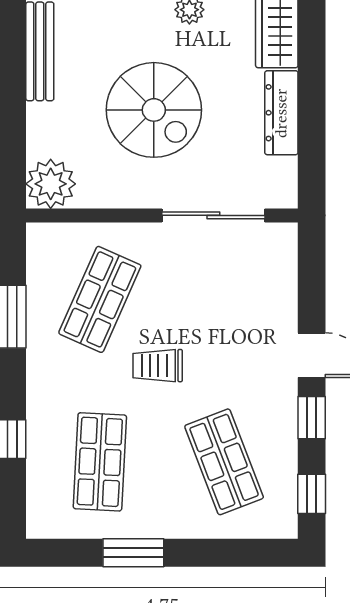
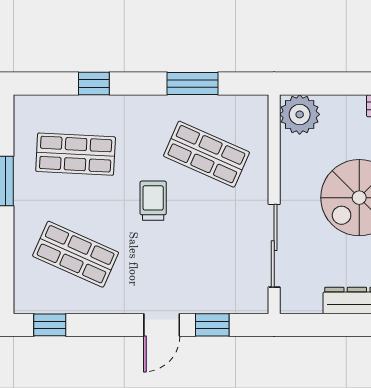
window: (312, 418) -> (212, 325), moved
shop shelf: (224, 462) -> (76, 254), turned 45

